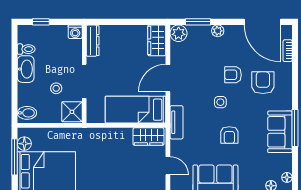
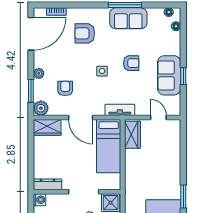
armchair: (233, 75) -> (65, 88), moved, turned 180
door: (168, 166) -> (158, 118), hinge flipped

